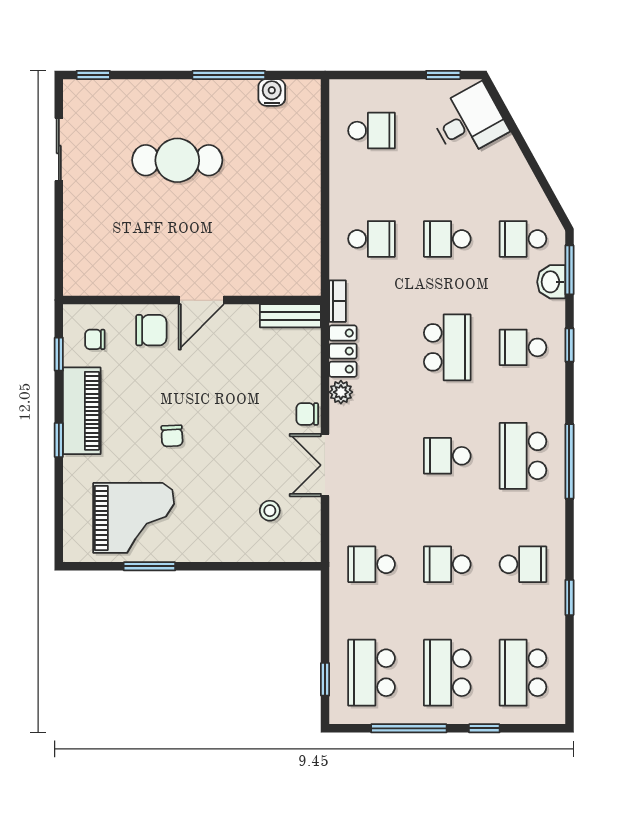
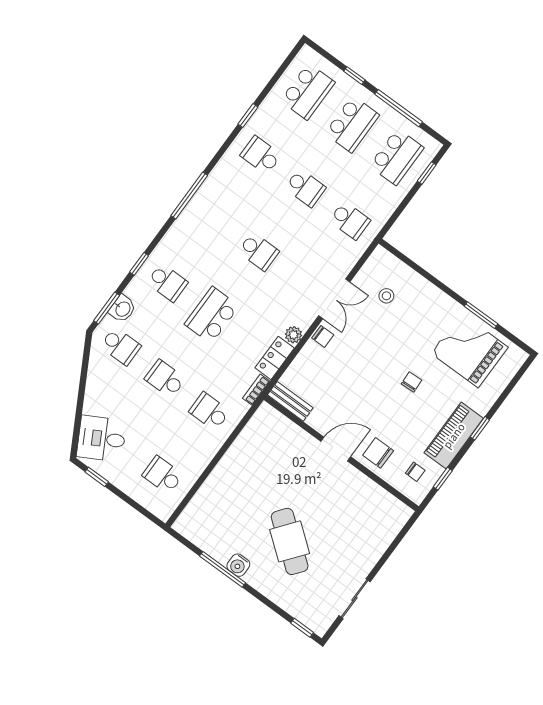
water cooler: (272, 92) -> (238, 565), moved
cafe table: (177, 160) -> (290, 541), turned 38
school desk: (447, 239) -> (165, 379), turned 180
school desk: (523, 456) -> (214, 219), removed

